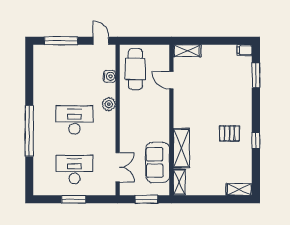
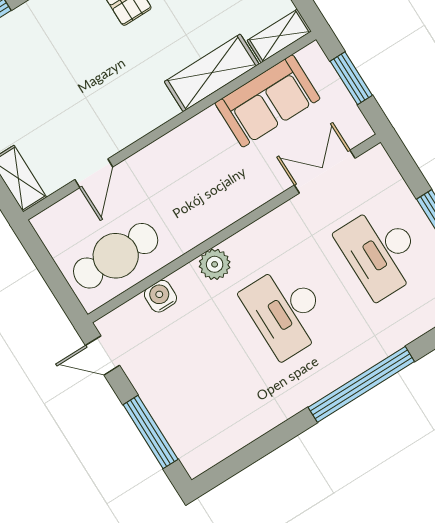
door: (101, 41) -> (103, 355), hinge flipped

